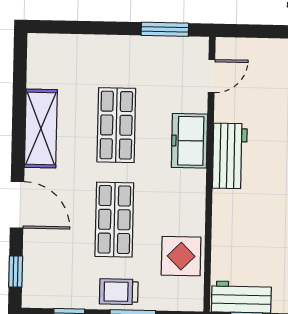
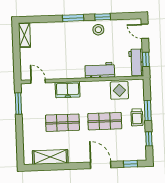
shelving: (41, 128) -> (50, 157), moved
workbench: (230, 156) -> (100, 70), moved
door: (17, 205) -> (101, 165), hinge flipped

